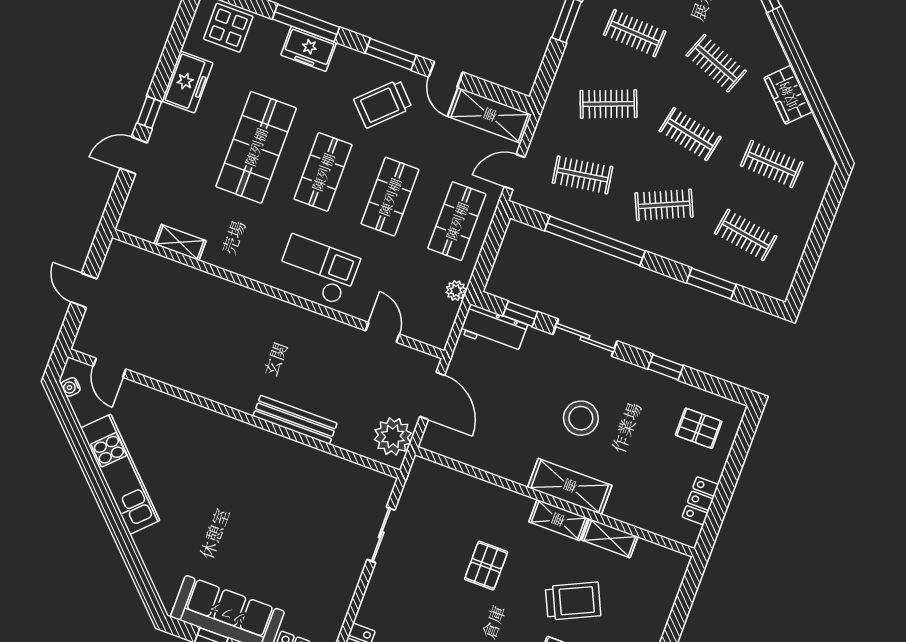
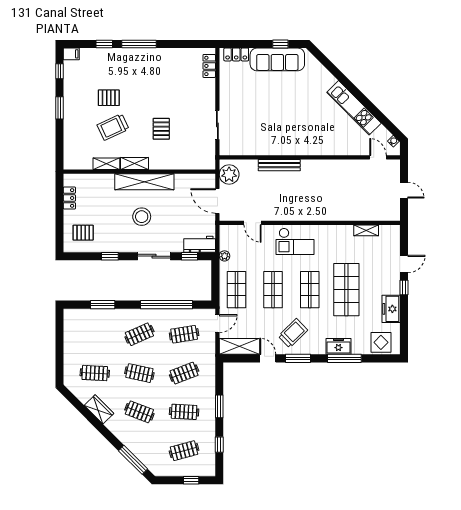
clothes rail: (746, 235) -> (95, 334), removed
shelving: (570, 486) -> (144, 182), width x1.47

